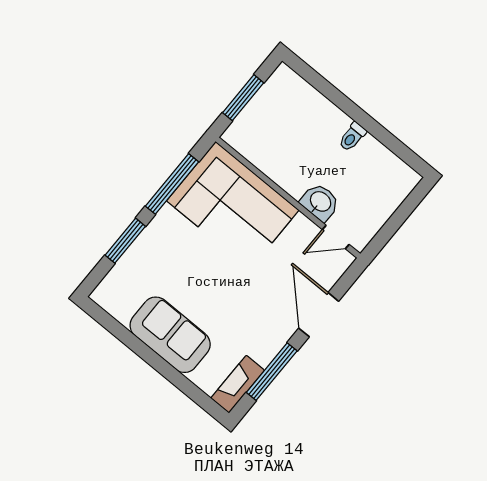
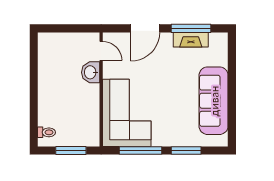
toilet: (352, 137) -> (47, 132), moved
sofa: (170, 335) -> (214, 101), width x1.36
fireplace: (238, 384) -> (191, 40), moved

